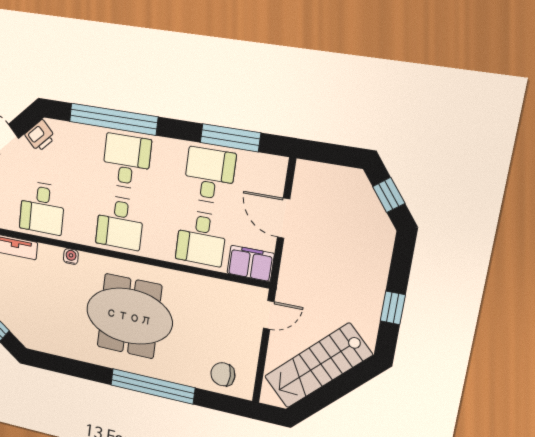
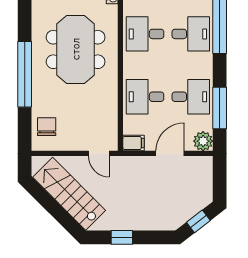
plant: (273, 169) -> (203, 141), added
filing cabinet: (251, 263) -> (134, 143), width x0.50

